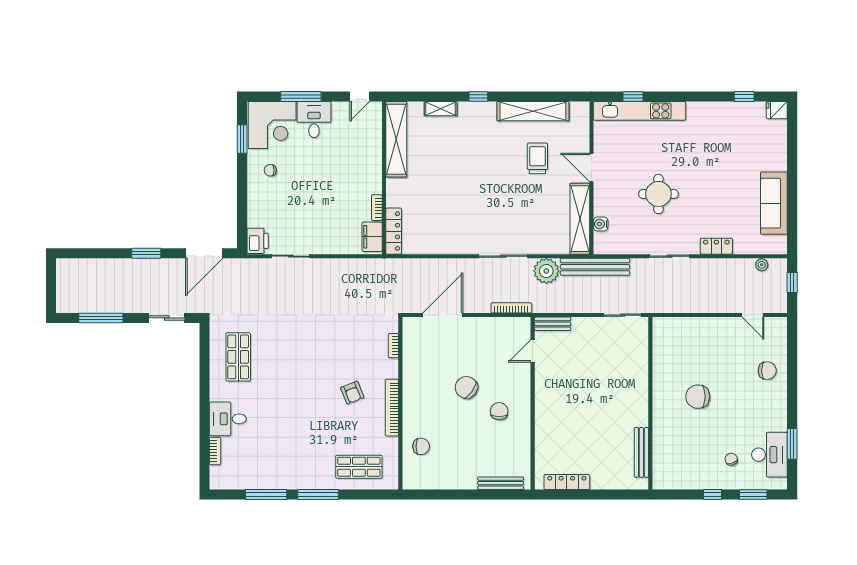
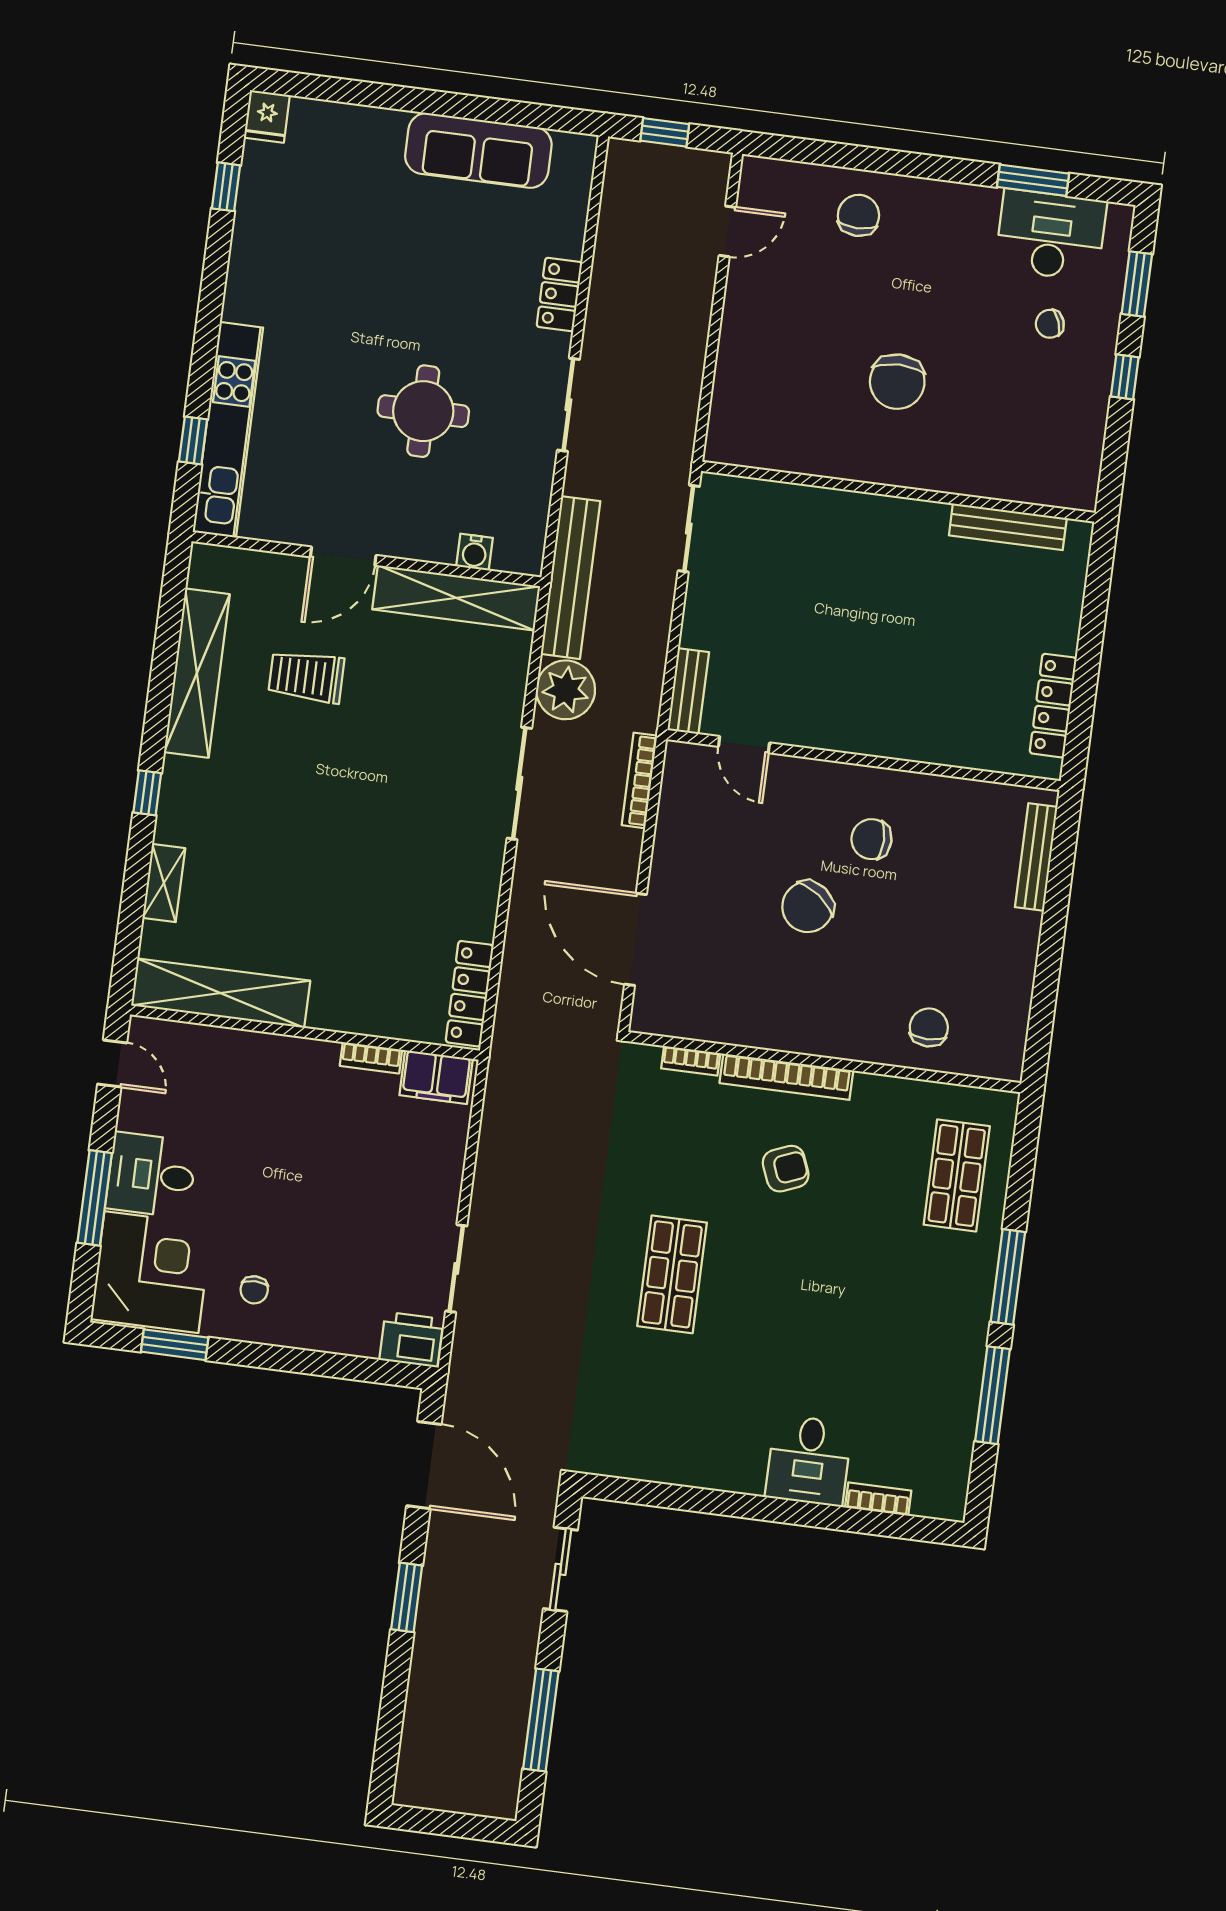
locker: (394, 231) -> (470, 994), moved, turned -90
plant: (762, 265) -> (615, 197), removed
shop shelf: (238, 357) -> (672, 1274), moved, turned 90
bookcase: (392, 408) -> (786, 1077), moved

